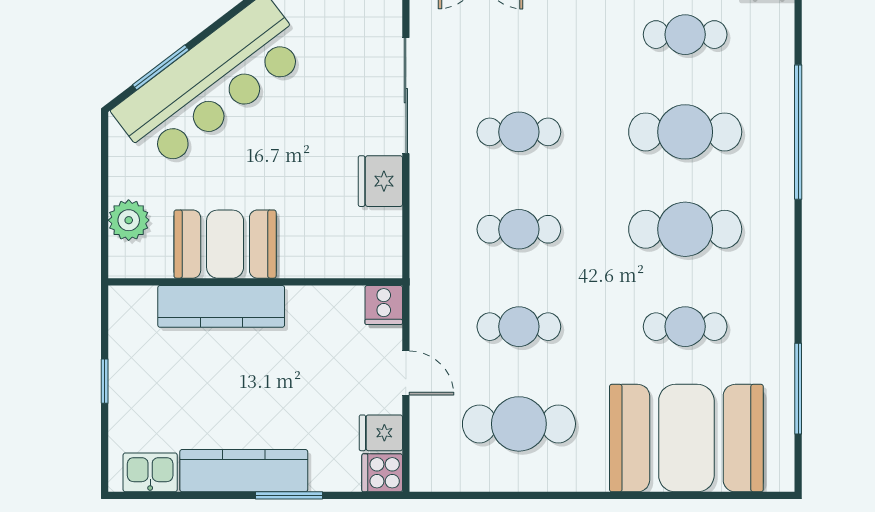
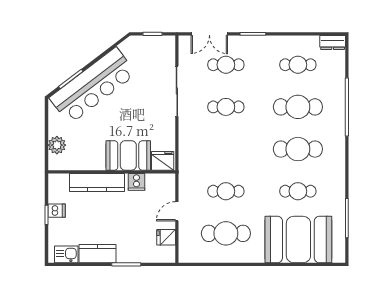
fridge: (380, 181) -> (163, 161), moved, turned 90
cafe table: (519, 229) -> (226, 65), moved
booth: (225, 244) -> (128, 155), moved
cooker: (384, 305) -> (136, 182), moved
dishwasher: (128, 371) -> (57, 211), added
door: (406, 373) -> (177, 211), swing flipped
kitchen counter: (244, 471) -> (98, 254), width x0.67
cooker: (382, 473) -> (167, 255), removed

